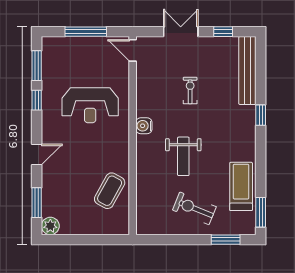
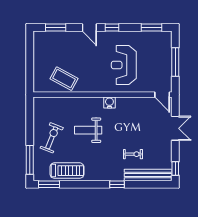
window: (223, 32) -> (175, 169), moved
door: (133, 50) -> (162, 95), swing flipped
exercise bike: (190, 91) -> (133, 154), moved
window: (37, 100) -> (112, 28), moved
plant: (50, 226) -> (39, 37), removed
window: (226, 240) -> (30, 160), width x1.44

